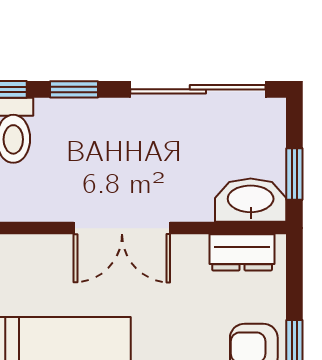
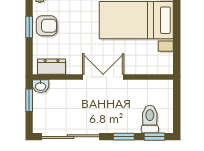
washbasin: (251, 200) -> (41, 86), width x0.52, depth x0.69

